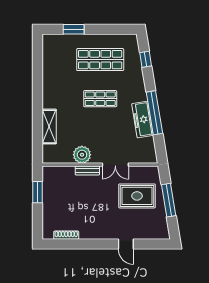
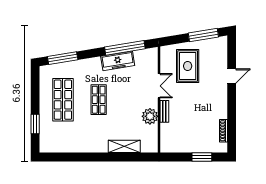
window: (146, 59) -> (63, 58), width x2.17
window: (154, 113) -> (125, 48), moved
window: (37, 192) -> (202, 157), moved
window: (169, 200) -> (203, 35), moved

